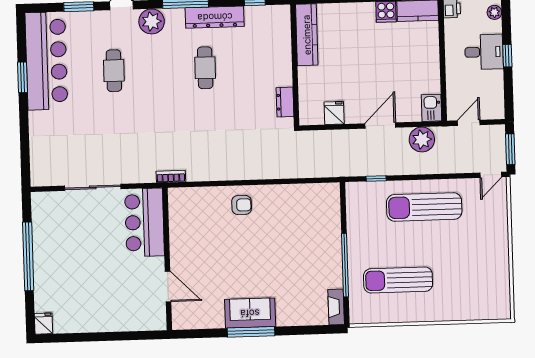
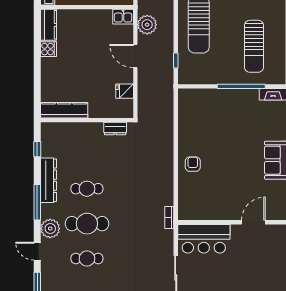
cafe table: (160, 69) -> (87, 224), added

